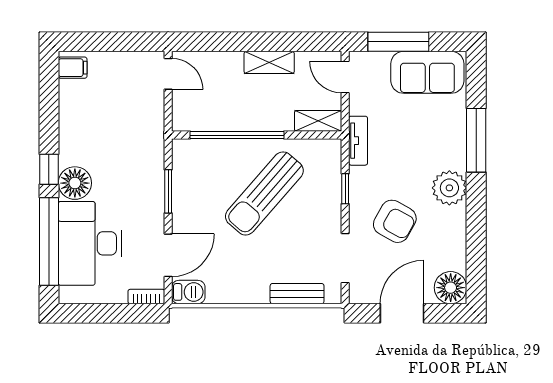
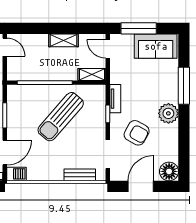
tv unit: (358, 141) -> (115, 99), moved

